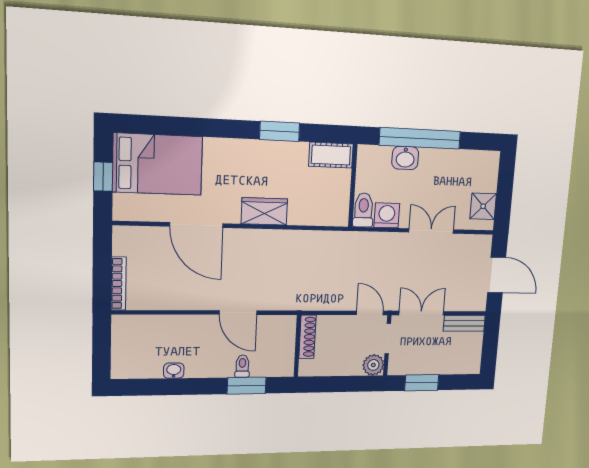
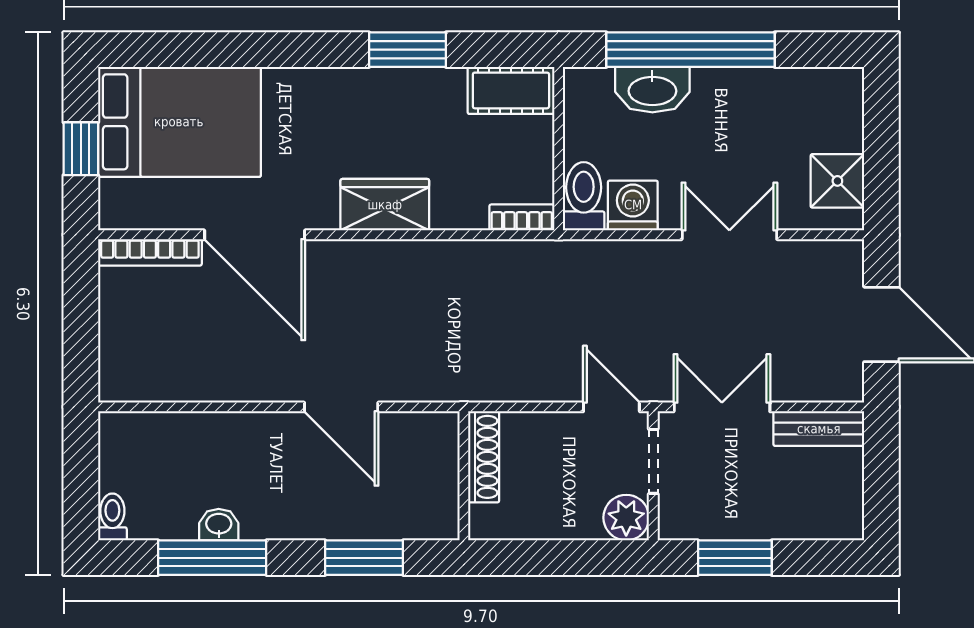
washbasin: (405, 158) -> (652, 90), width x1.38
bookcase: (333, 220) -> (522, 217), added
bookcase: (119, 284) -> (150, 252), moved, turned 90
toilet: (242, 366) -> (112, 517), moved
window: (170, 387) -> (212, 558), added

